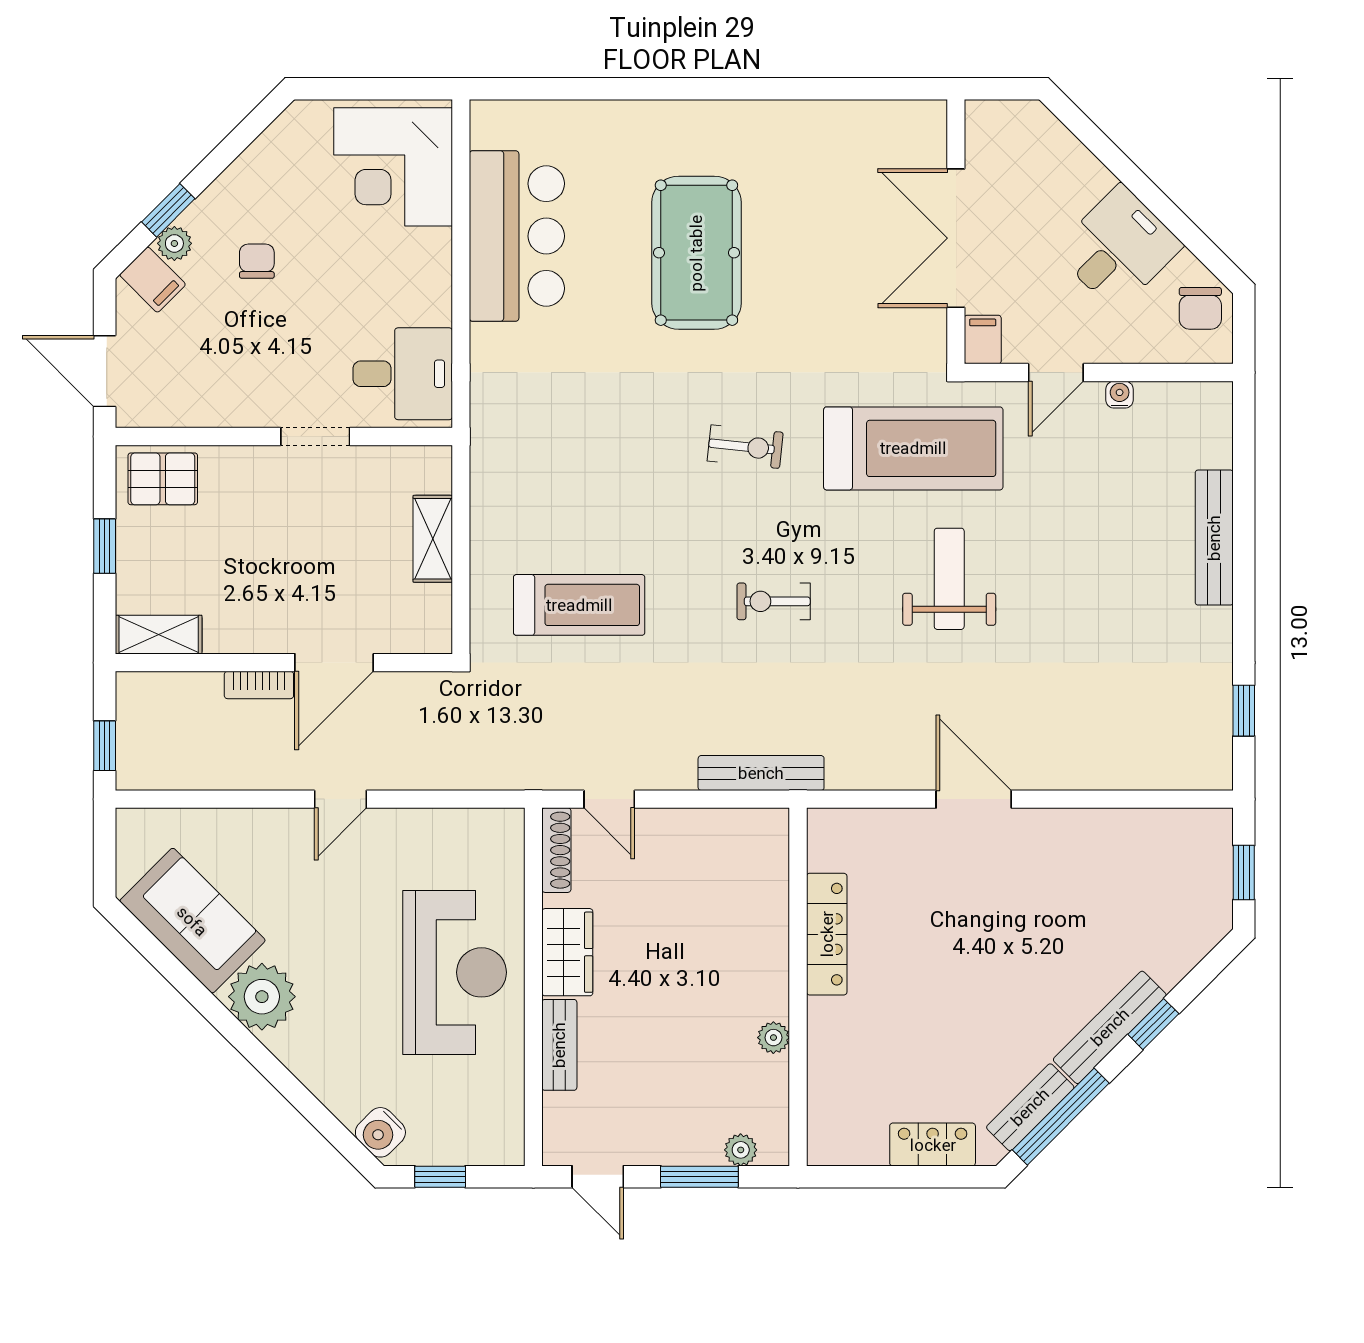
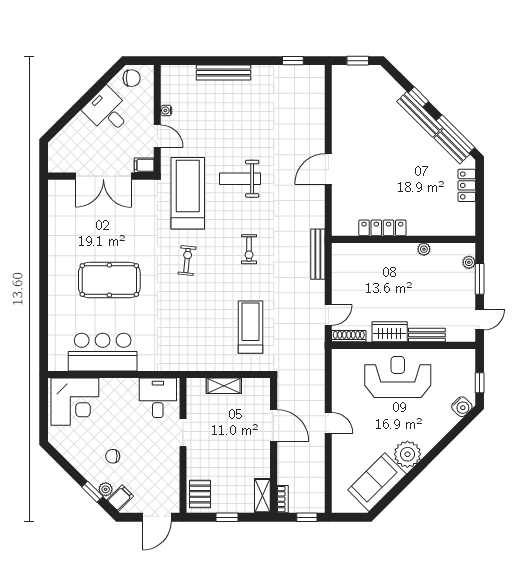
bookcase: (259, 685) -> (283, 499), moved

